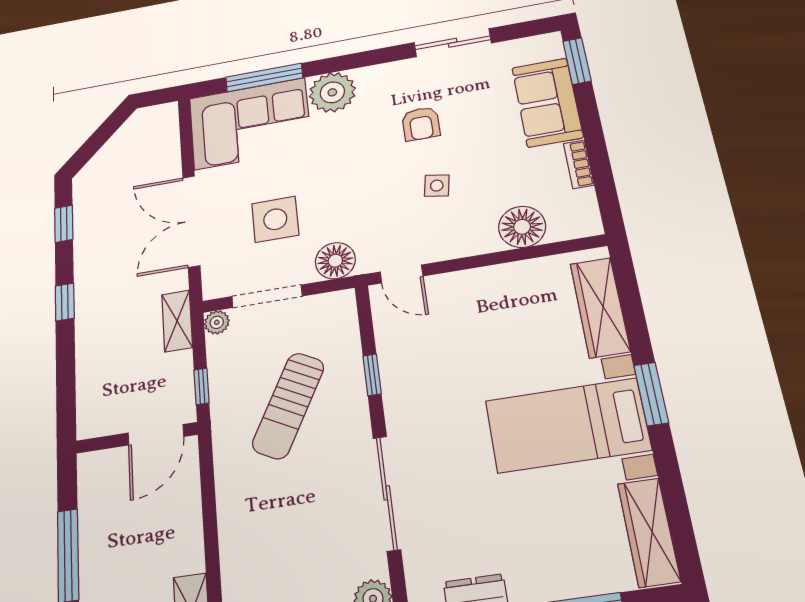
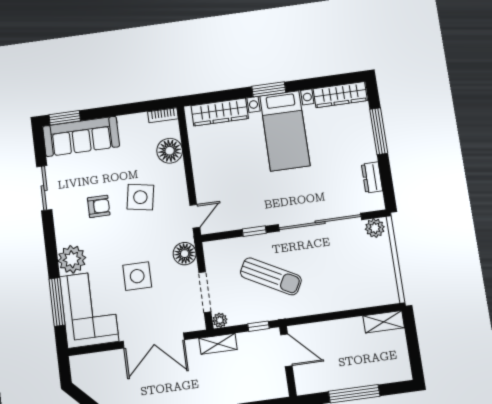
sofa: (547, 102) -> (81, 136), width x1.36
bookcase: (579, 164) -> (163, 115), moved
side table: (437, 186) -> (140, 197), width x1.87, depth x1.87
side table: (275, 219) -> (137, 276), moved
sliding door: (387, 493) -> (320, 222), width x1.36

